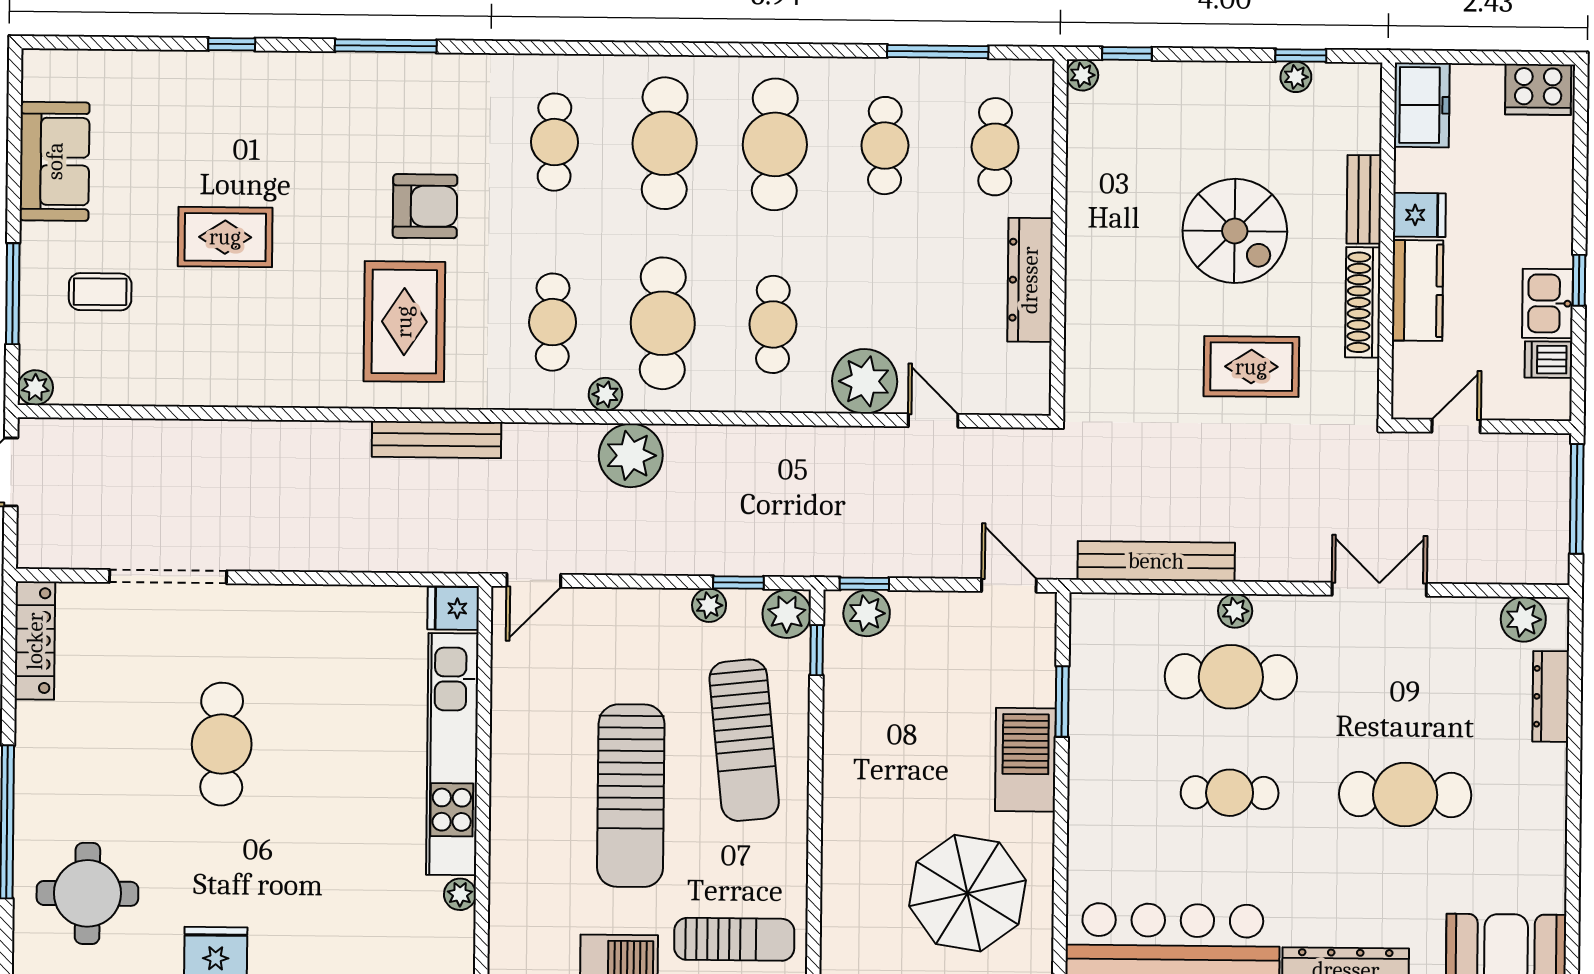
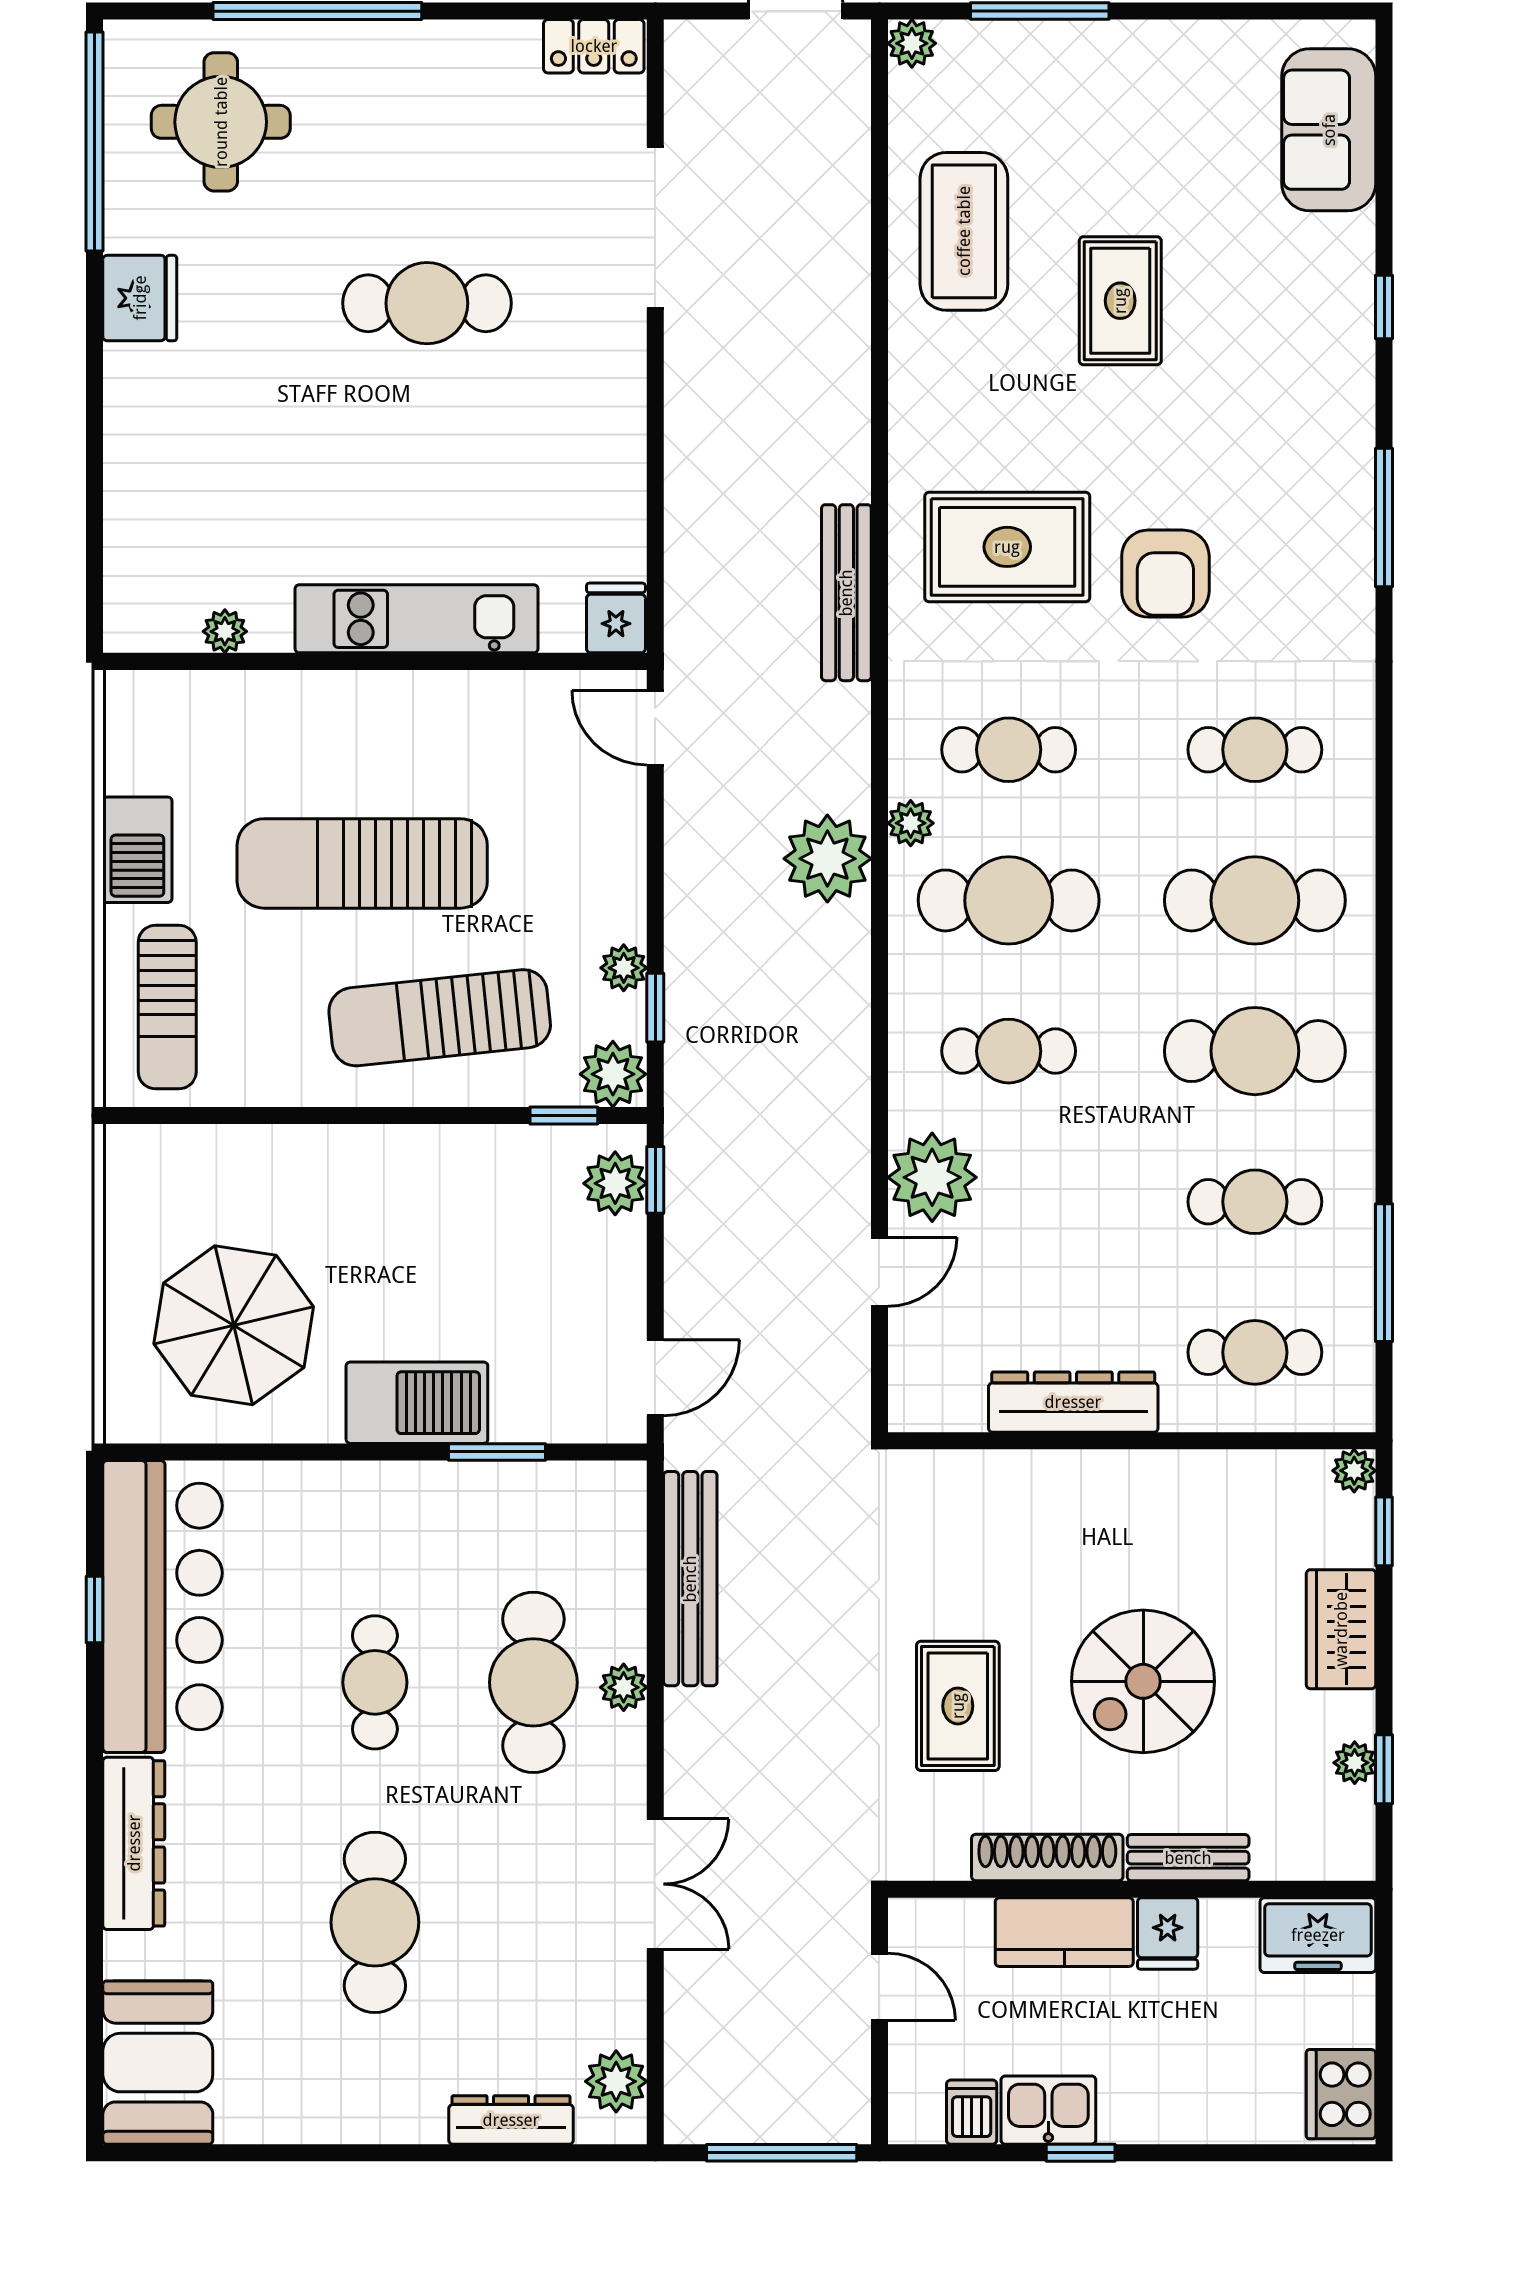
wardrobe: (1198, 86) -> (1341, 1629), added
sofa: (55, 161) -> (1329, 130), moved, turned 90
coffee table: (100, 292) -> (964, 231), moved, width x1.86, depth x1.72
locker: (35, 641) -> (594, 46), width x0.66
kitchen unit: (452, 754) -> (417, 619), width x0.73

